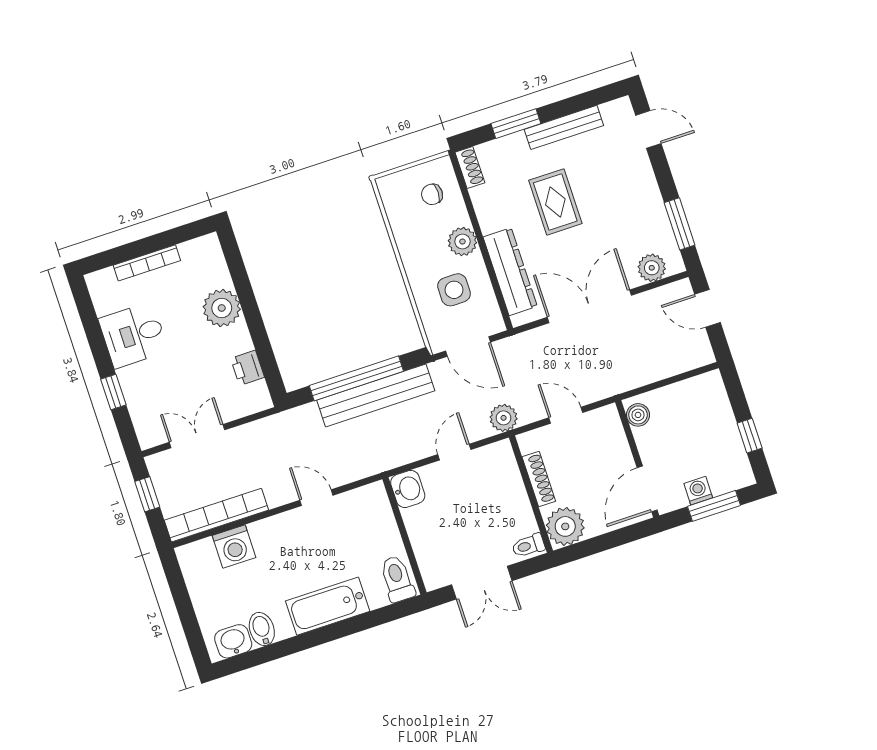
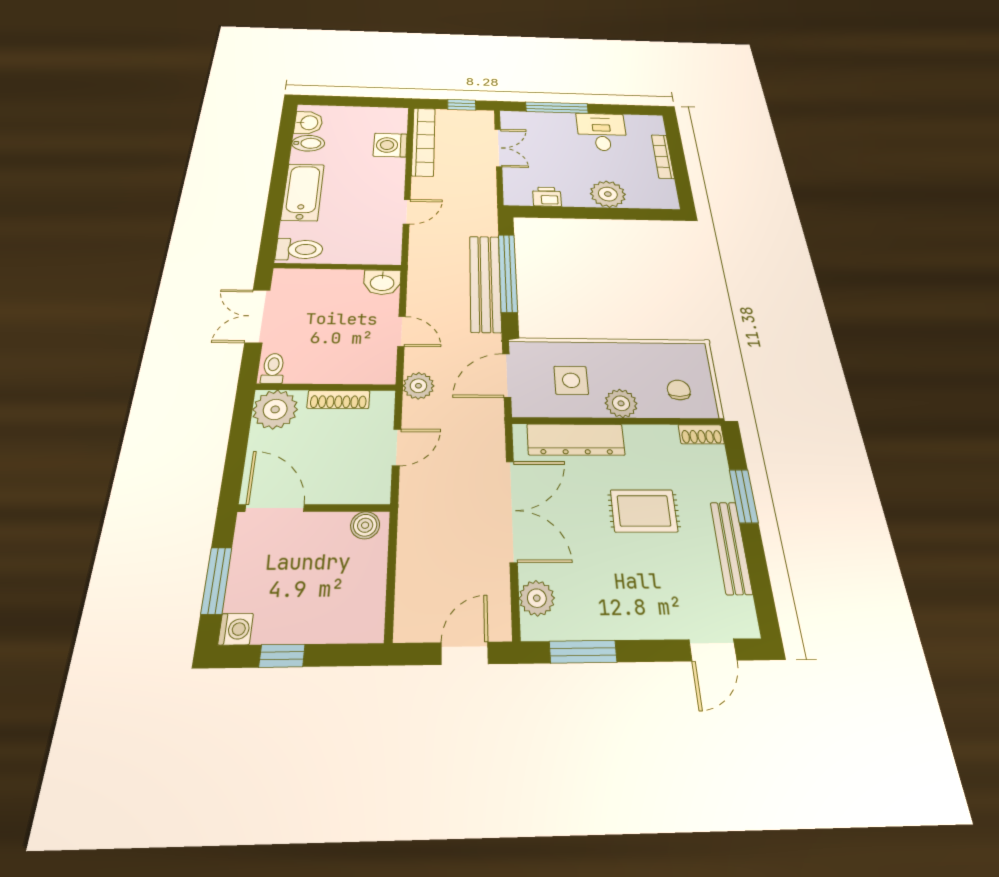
window: (113, 392) -> (557, 108), width x2.17
washing machine: (698, 491) -> (236, 629), moved

